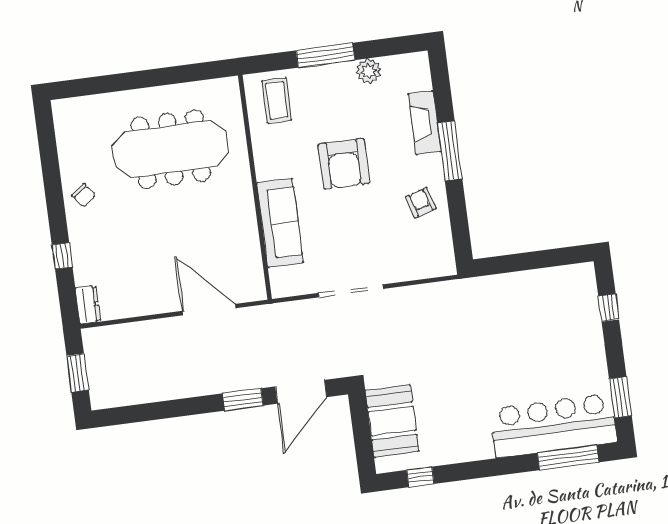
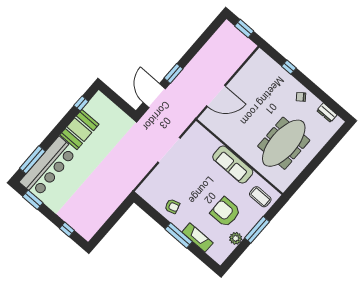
armchair: (344, 164) -> (225, 212), moved
sofa: (280, 223) -> (233, 165), moved
dresser: (88, 305) -> (327, 113), moved
booth: (392, 421) -> (79, 130), moved, turned 90

